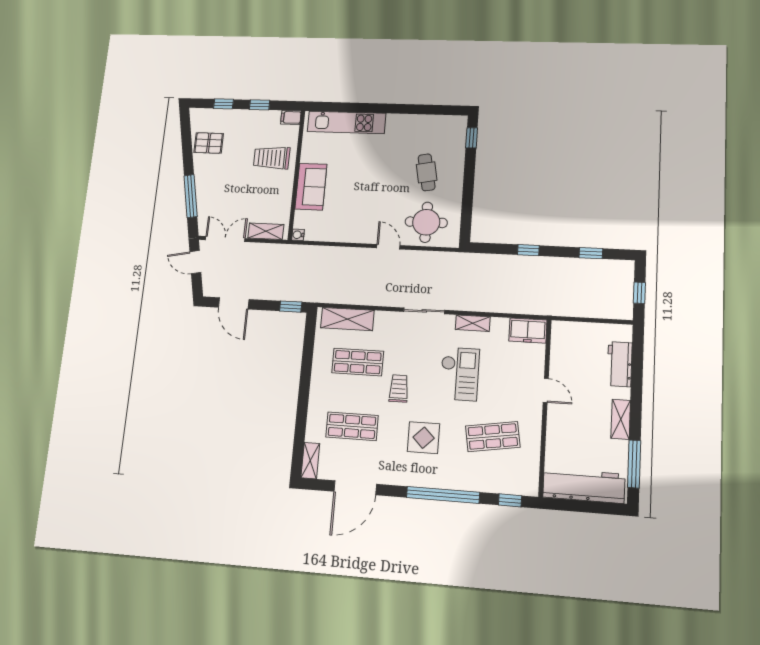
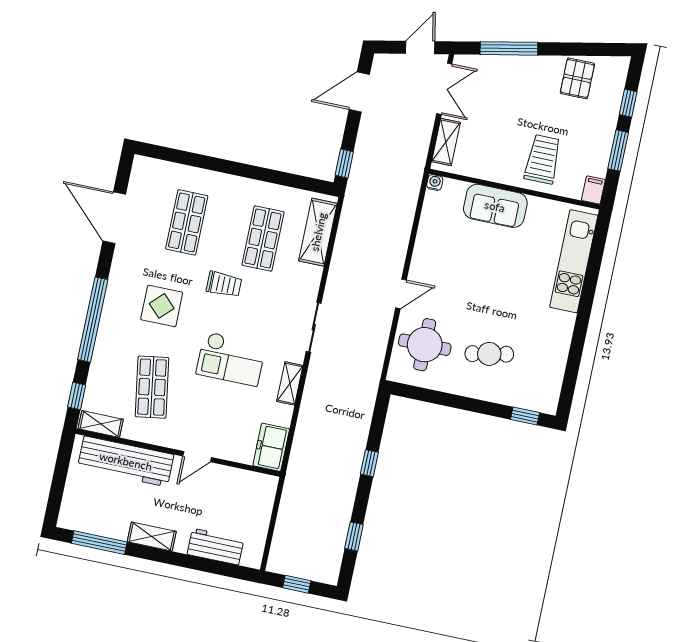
window: (260, 105) -> (618, 151), width x1.50
shelving: (310, 461) -> (101, 424), moved
workbench: (584, 486) -> (126, 461), moved, turned 90

